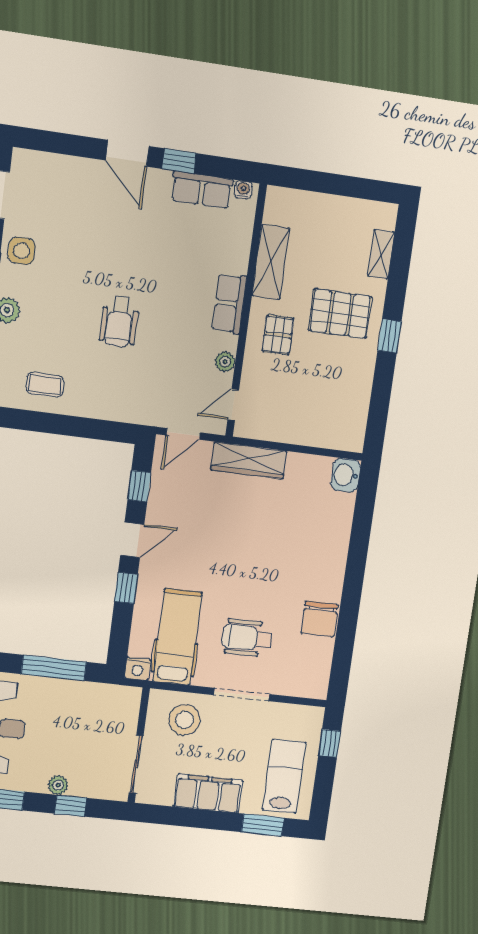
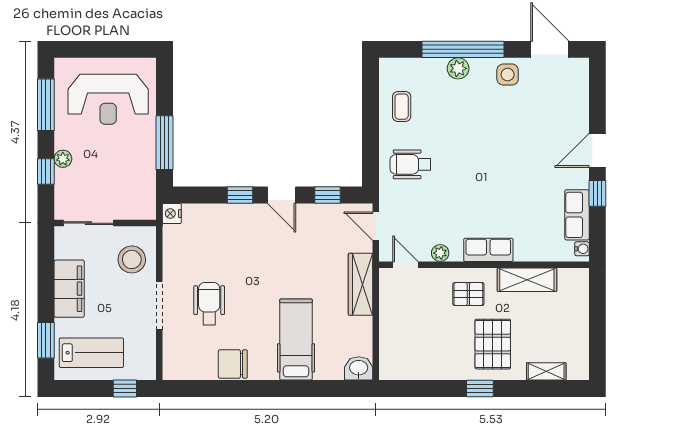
wheelchair: (119, 322) -> (410, 164), moved
hospital bed: (177, 637) -> (296, 340), moved, turned -90

